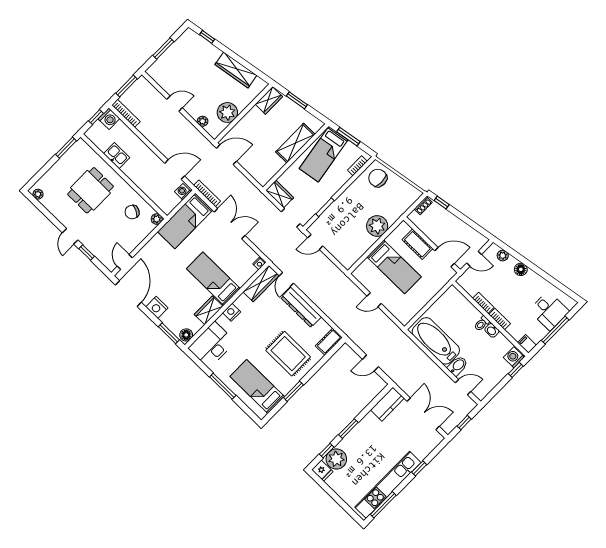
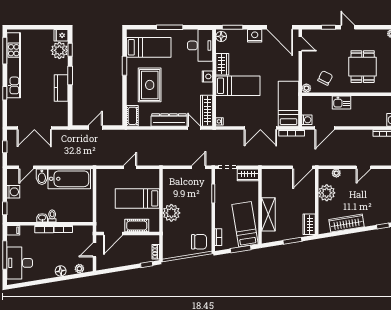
kitchen sink: (117, 156) -> (342, 102), moved
desk: (549, 311) -> (20, 263), width x1.37
rug: (288, 354) -> (150, 85), turned 90
washing machine: (514, 357) -> (13, 192), moved
kitchen counter: (387, 404) -> (61, 88), moved

